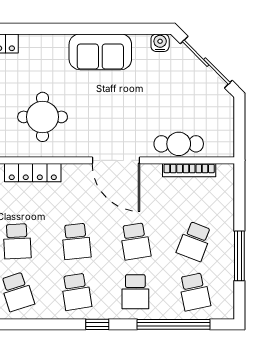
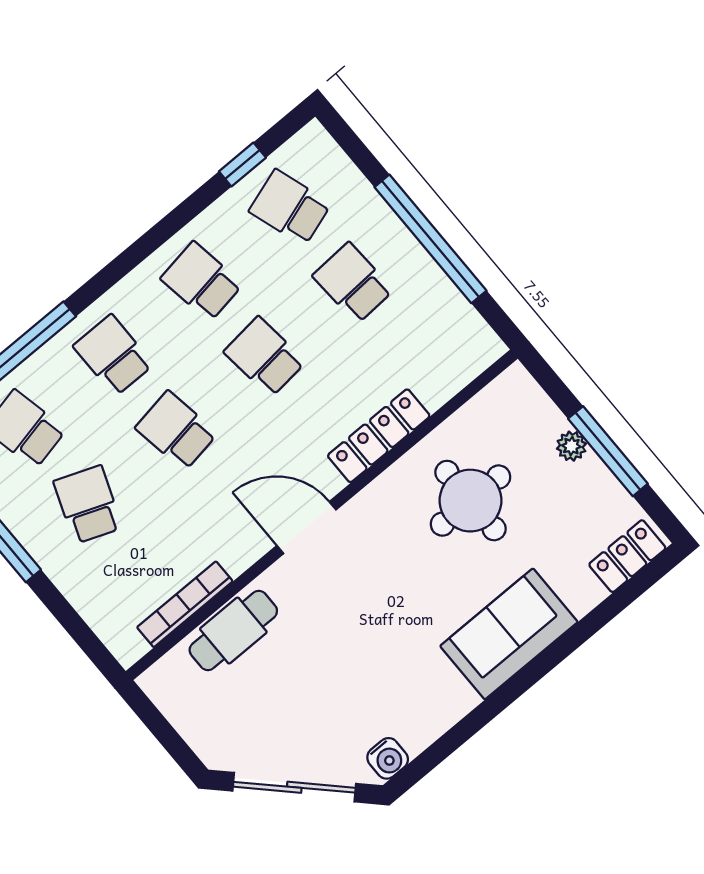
sofa: (100, 52) -> (509, 634), moved
door: (116, 160) -> (306, 528), width x0.73
locker: (33, 173) -> (379, 436), moved
window: (97, 324) -> (242, 164), moved

